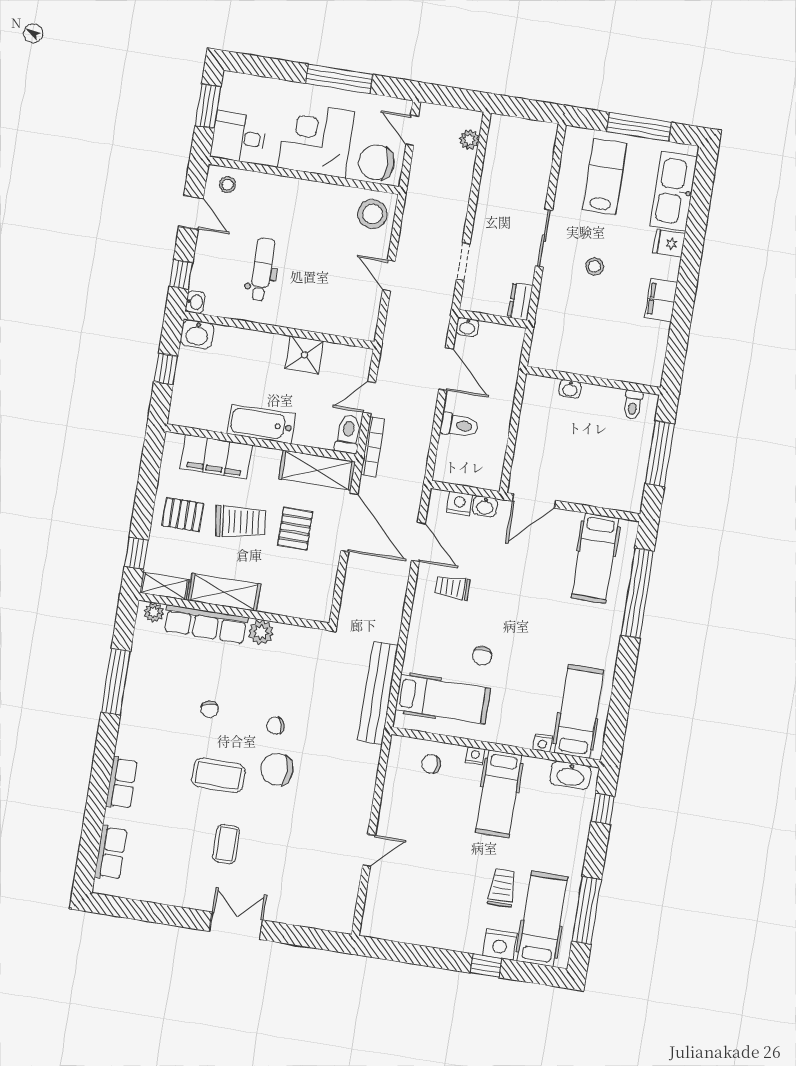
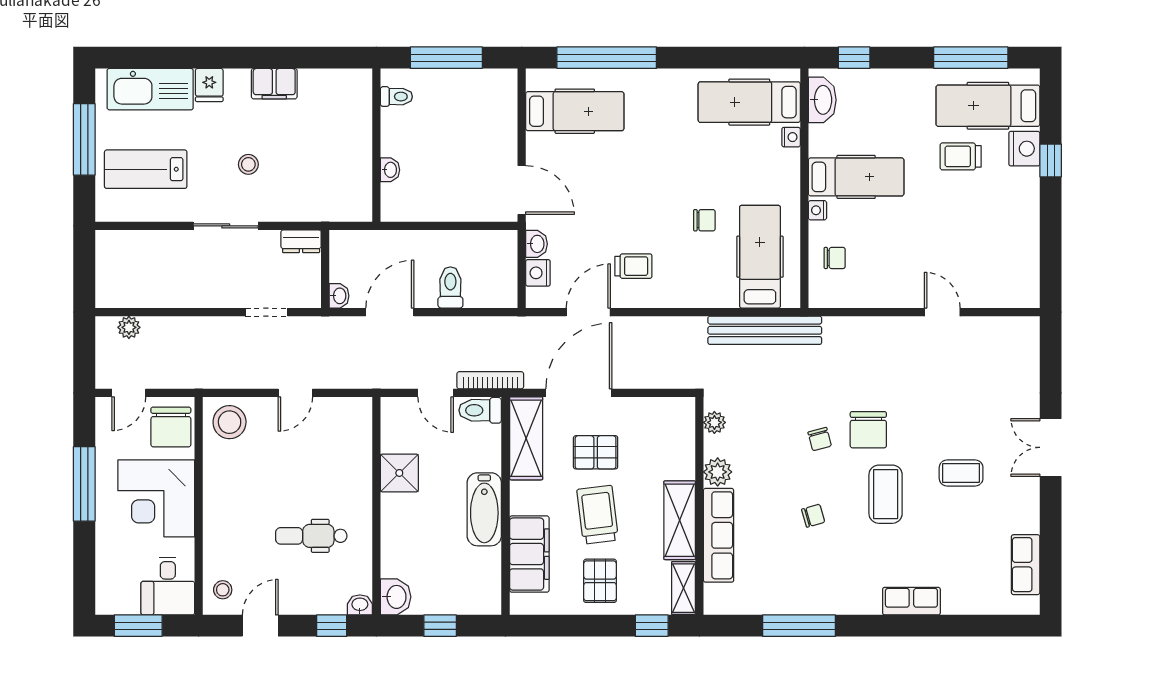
trolley: (452, 588) -> (633, 266), turned -90
plant: (154, 612) -> (714, 422), moved
chair: (431, 764) -> (835, 258), turned -90
row of seats: (111, 853) -> (1026, 565), moved, turned -90

